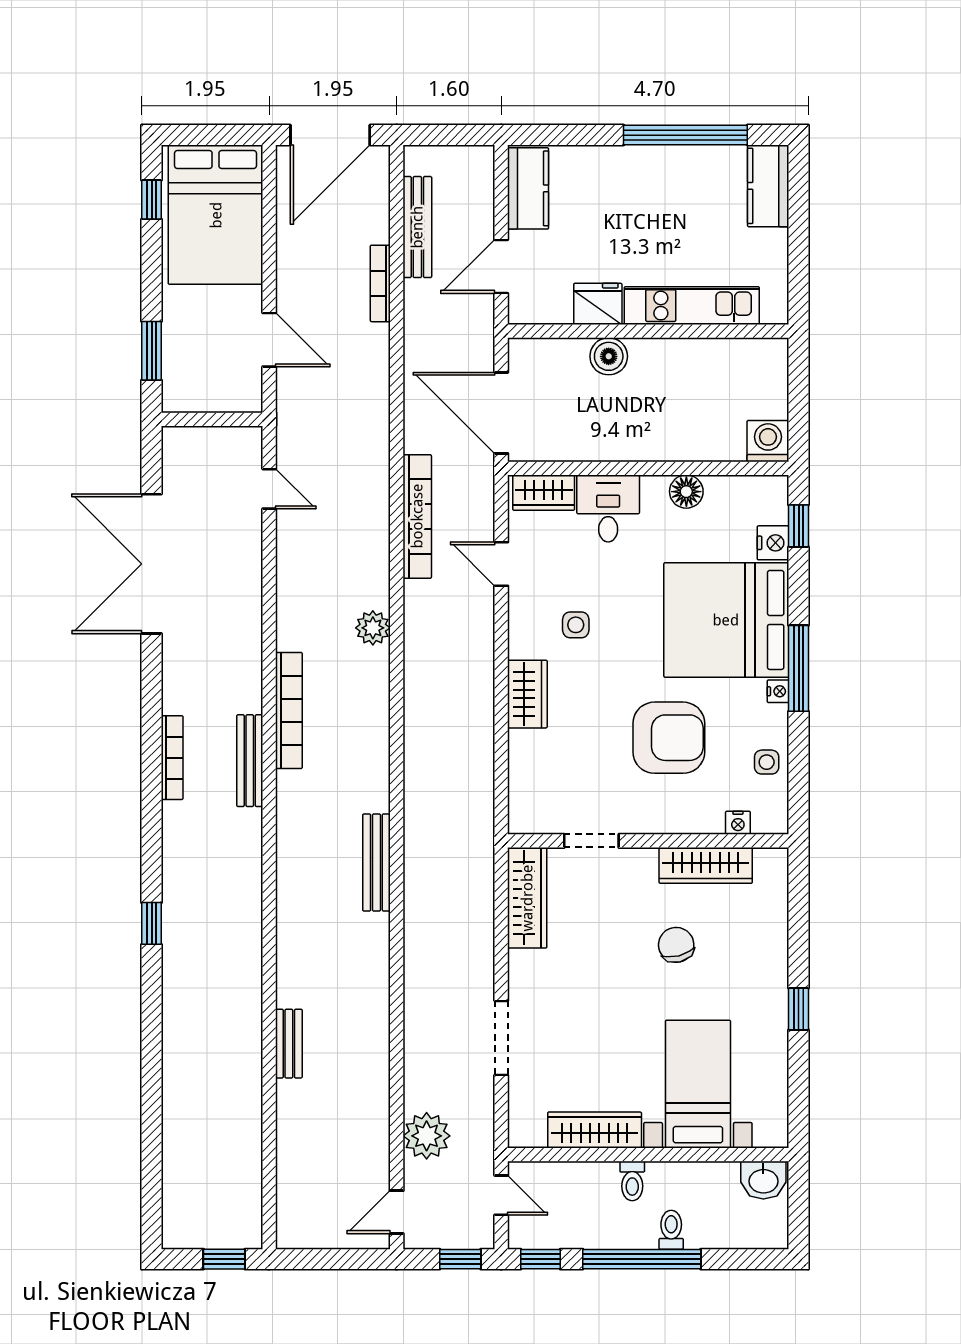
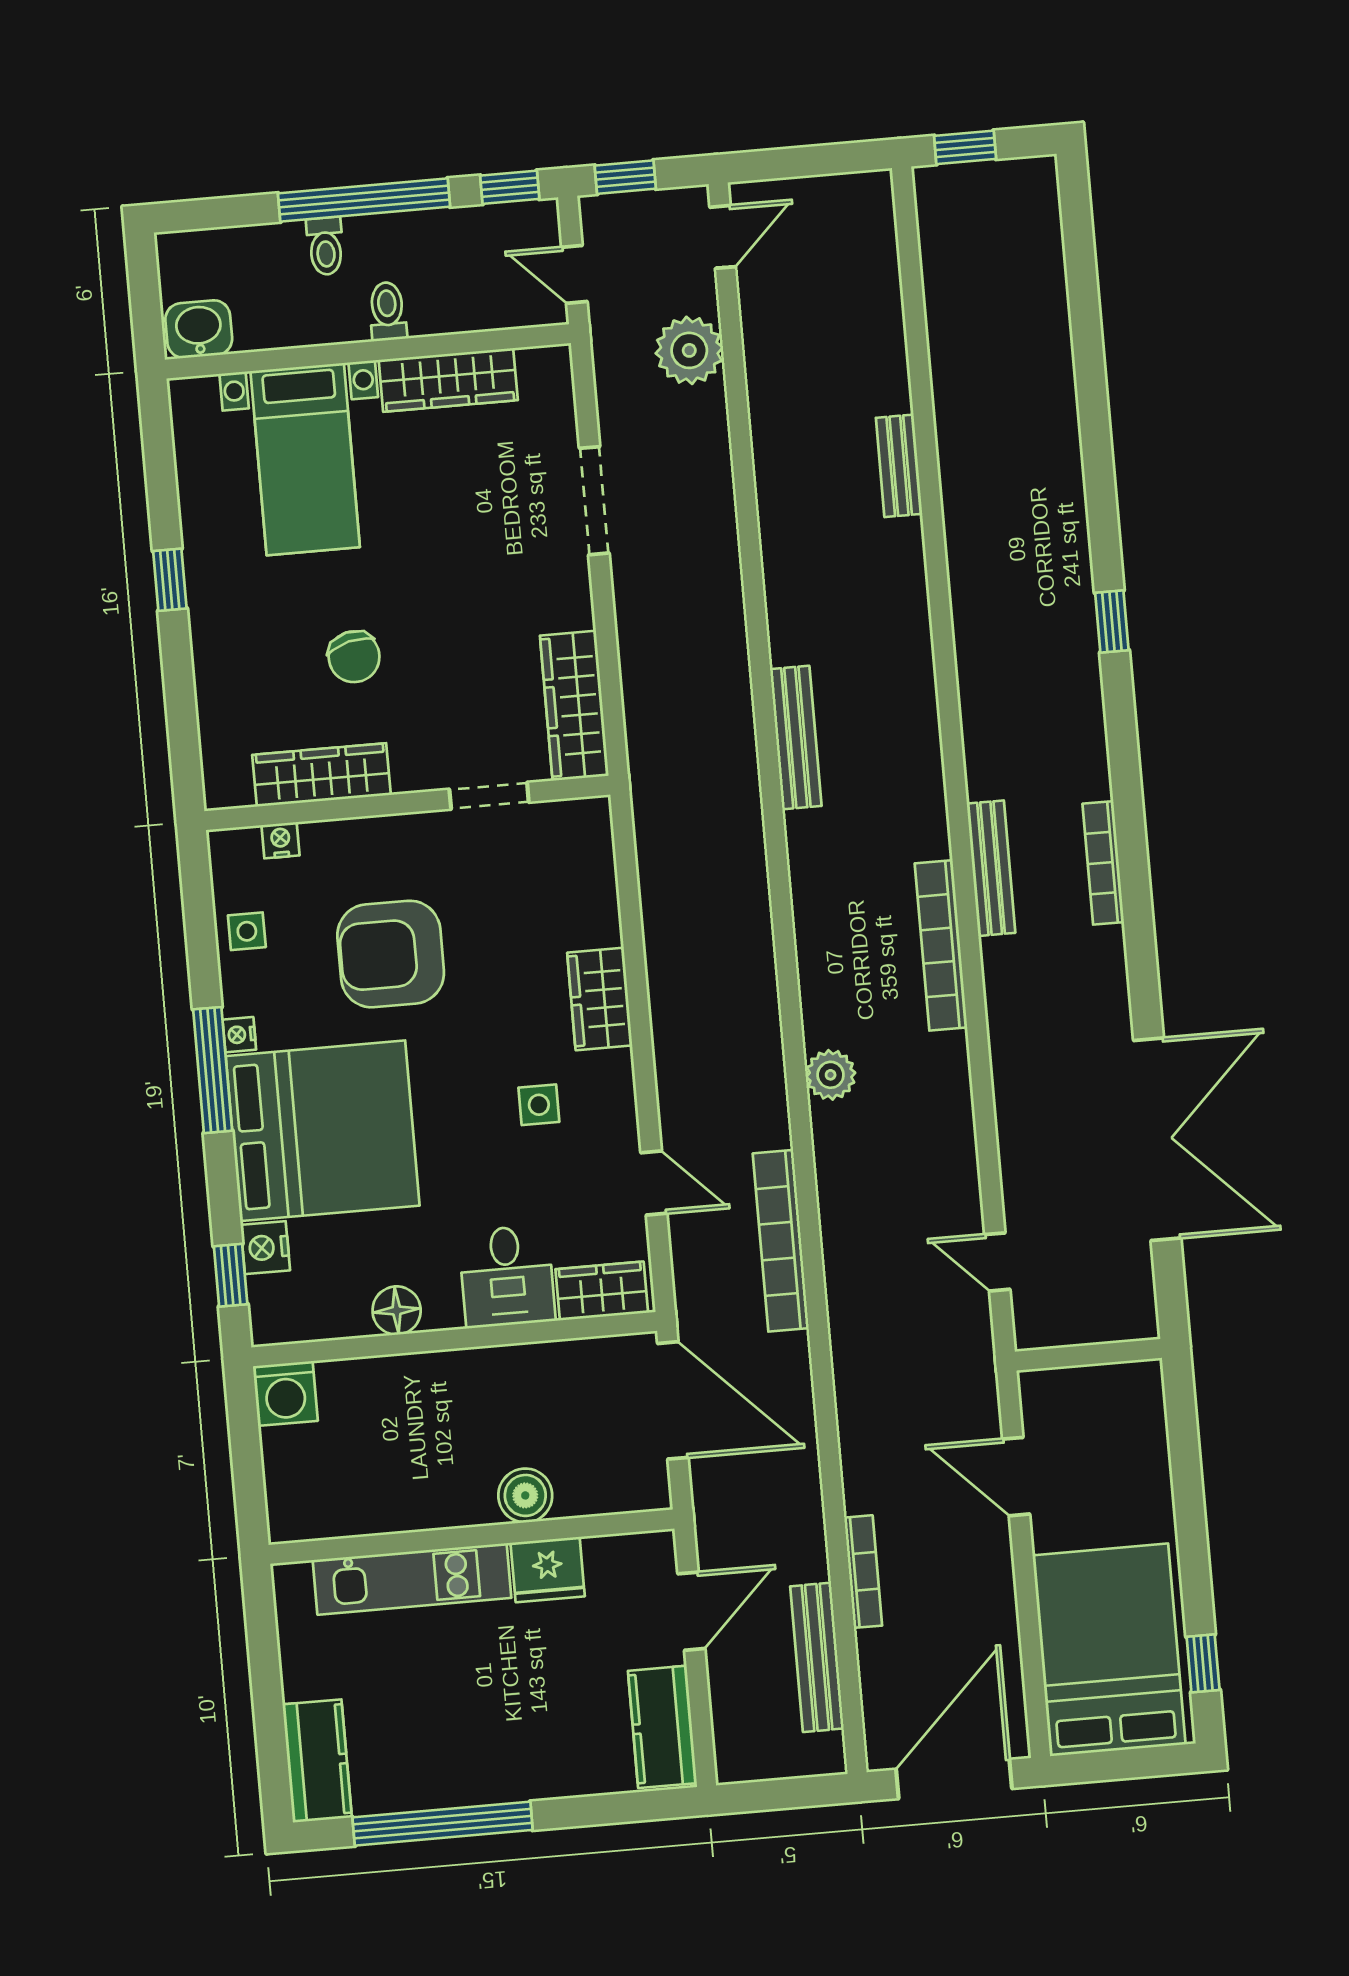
window: (152, 351) -> (1184, 1446), removed

